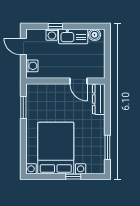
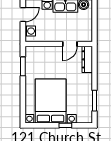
door: (23, 46) -> (23, 15), swing flipped
door: (78, 81) -> (70, 44), hinge flipped

